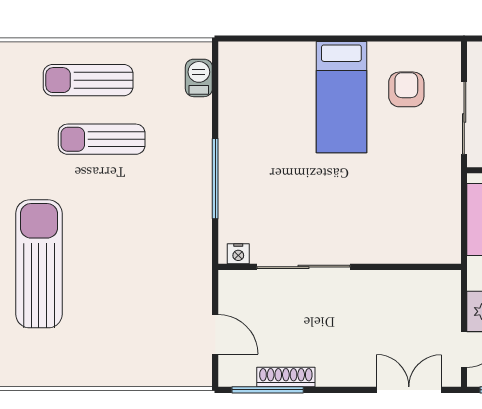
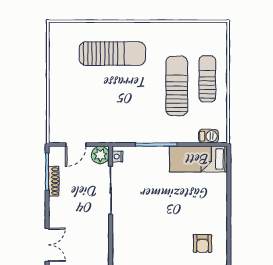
armchair: (406, 89) -> (202, 243), turned 90
bed: (341, 97) -> (198, 159), moved
sun lounger: (102, 139) -> (177, 86), width x1.36, depth x1.34
plant: (235, 287) -> (100, 155), added

